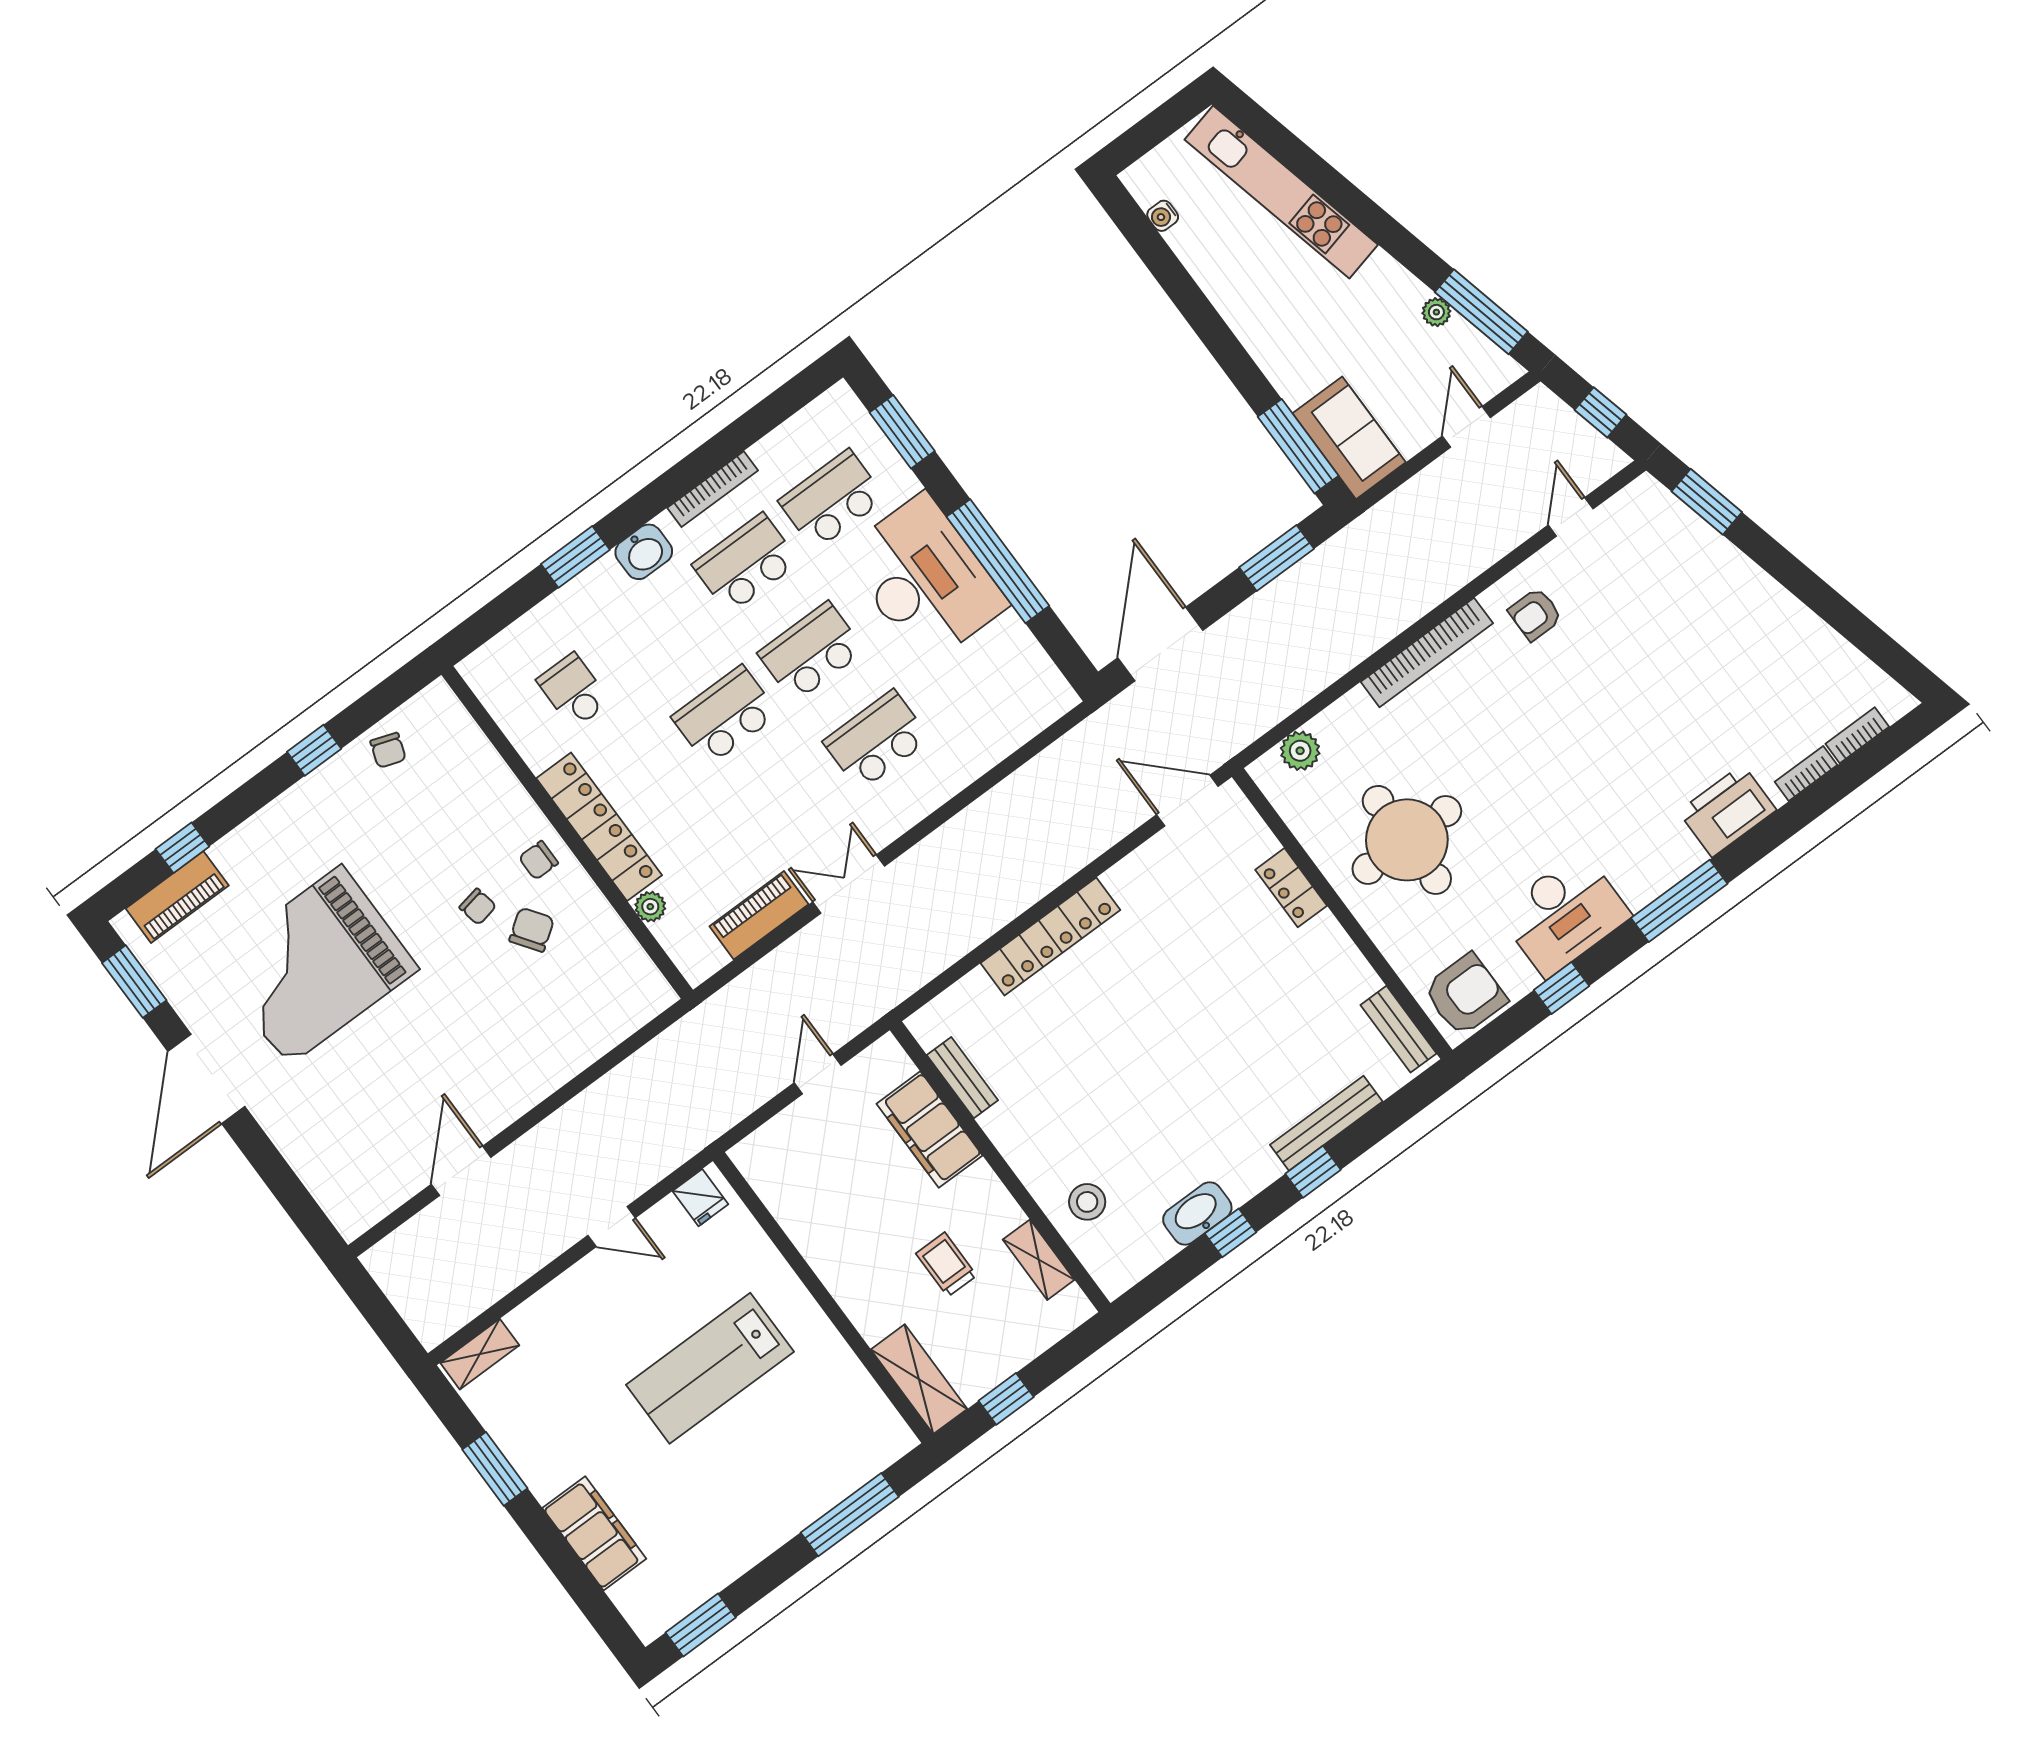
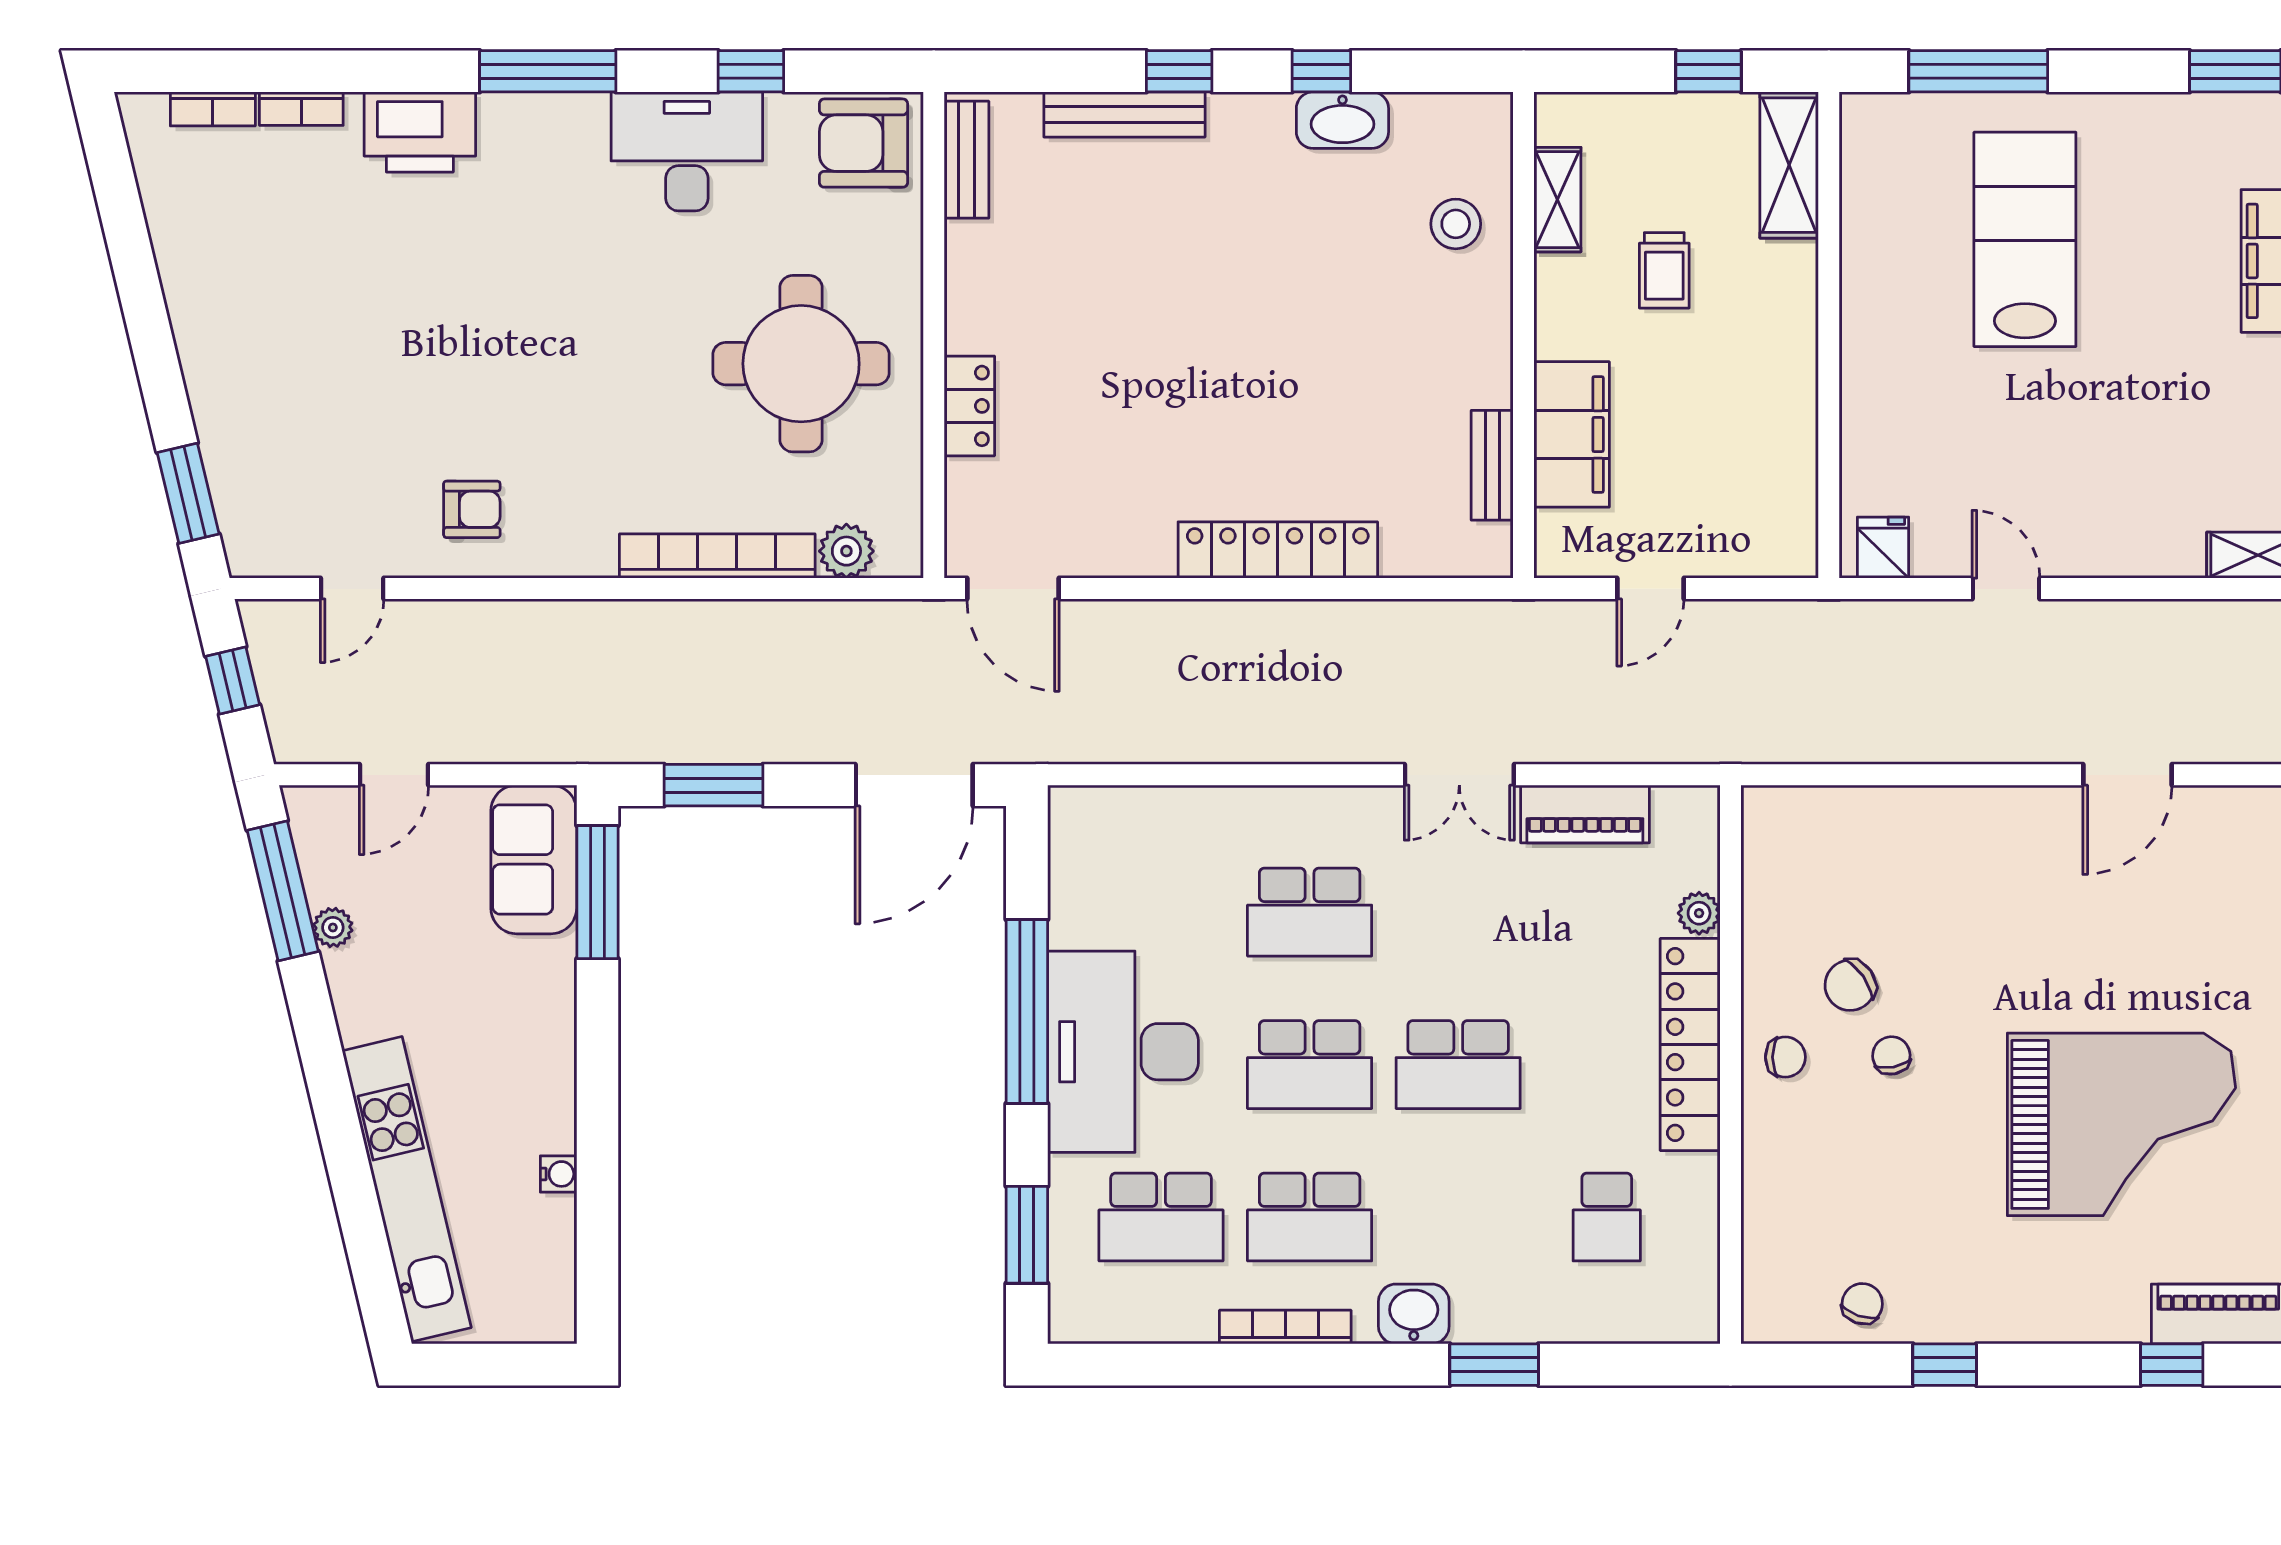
water cooler: (1163, 216) -> (559, 1174), moved
bookcase: (1427, 653) -> (717, 556), moved
lab bench: (710, 1368) -> (2025, 239), moved, turned -90

